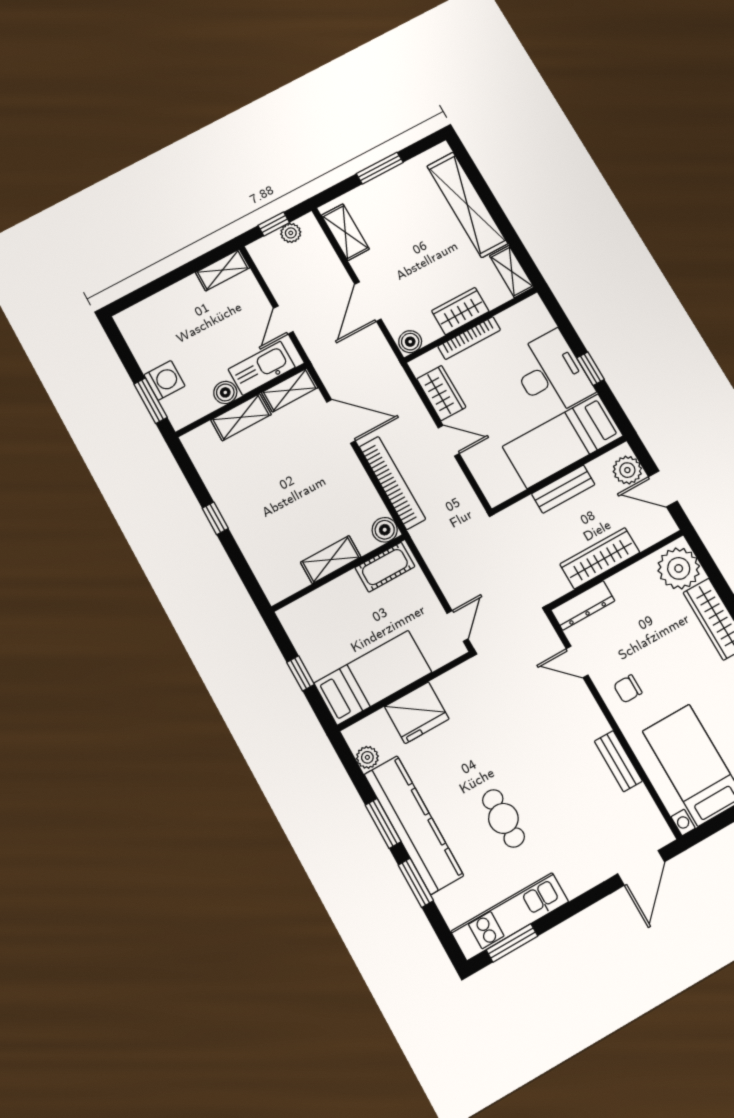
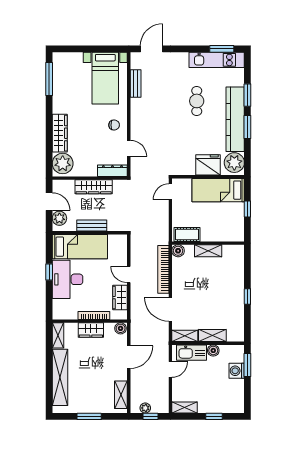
window: (162, 283) -> (214, 416), added
plant: (367, 757) -> (234, 163), width x1.88, depth x1.88
bench: (618, 761) -> (136, 83), moved

